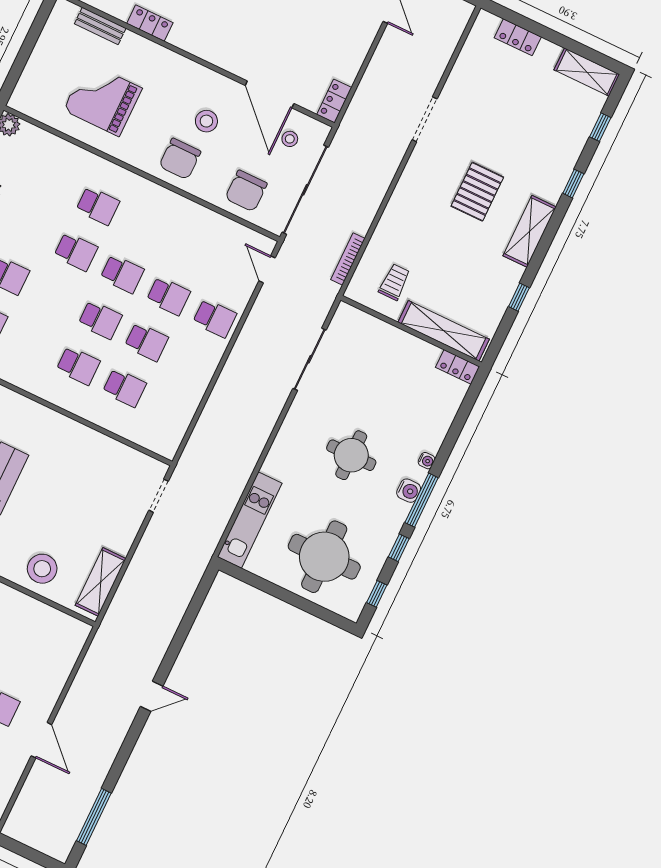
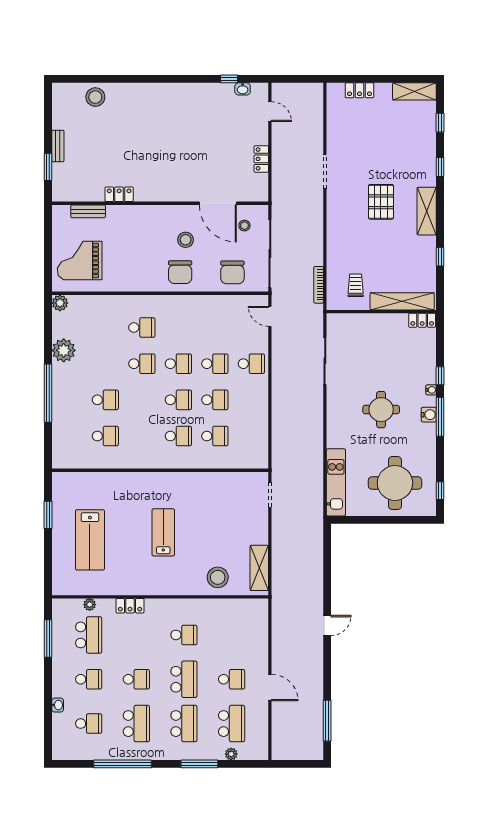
grand piano: (103, 99) -> (80, 261), moved
locker: (334, 101) -> (261, 159), moved
window: (399, 548) -> (440, 376), moved

